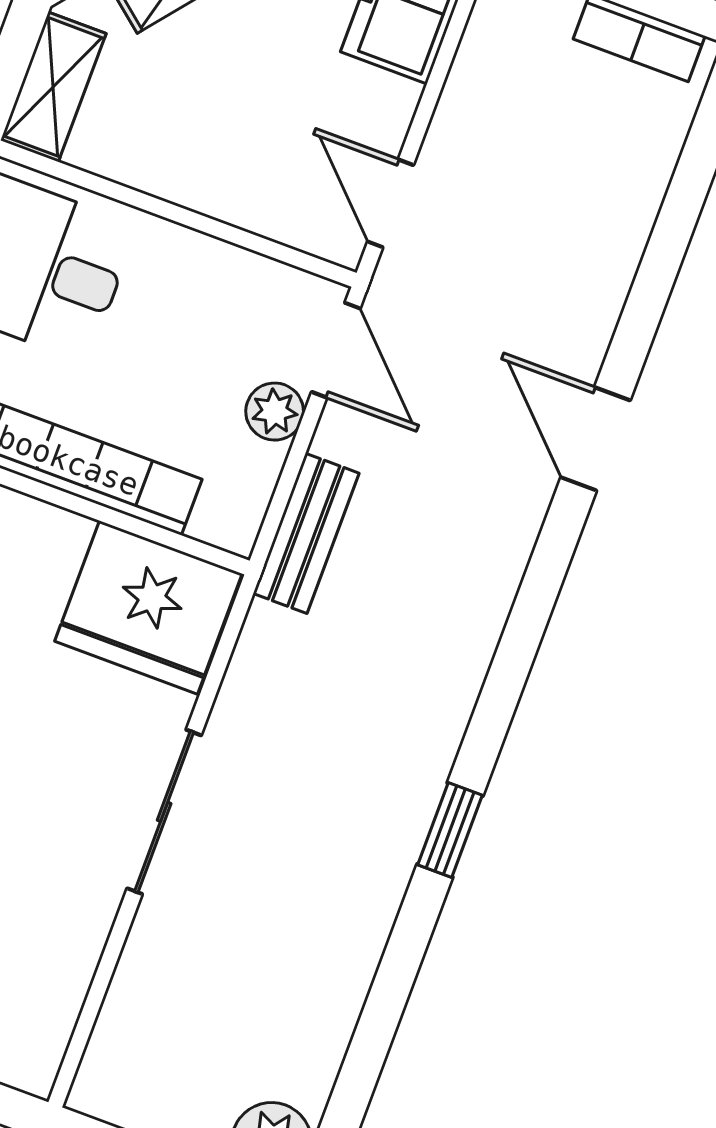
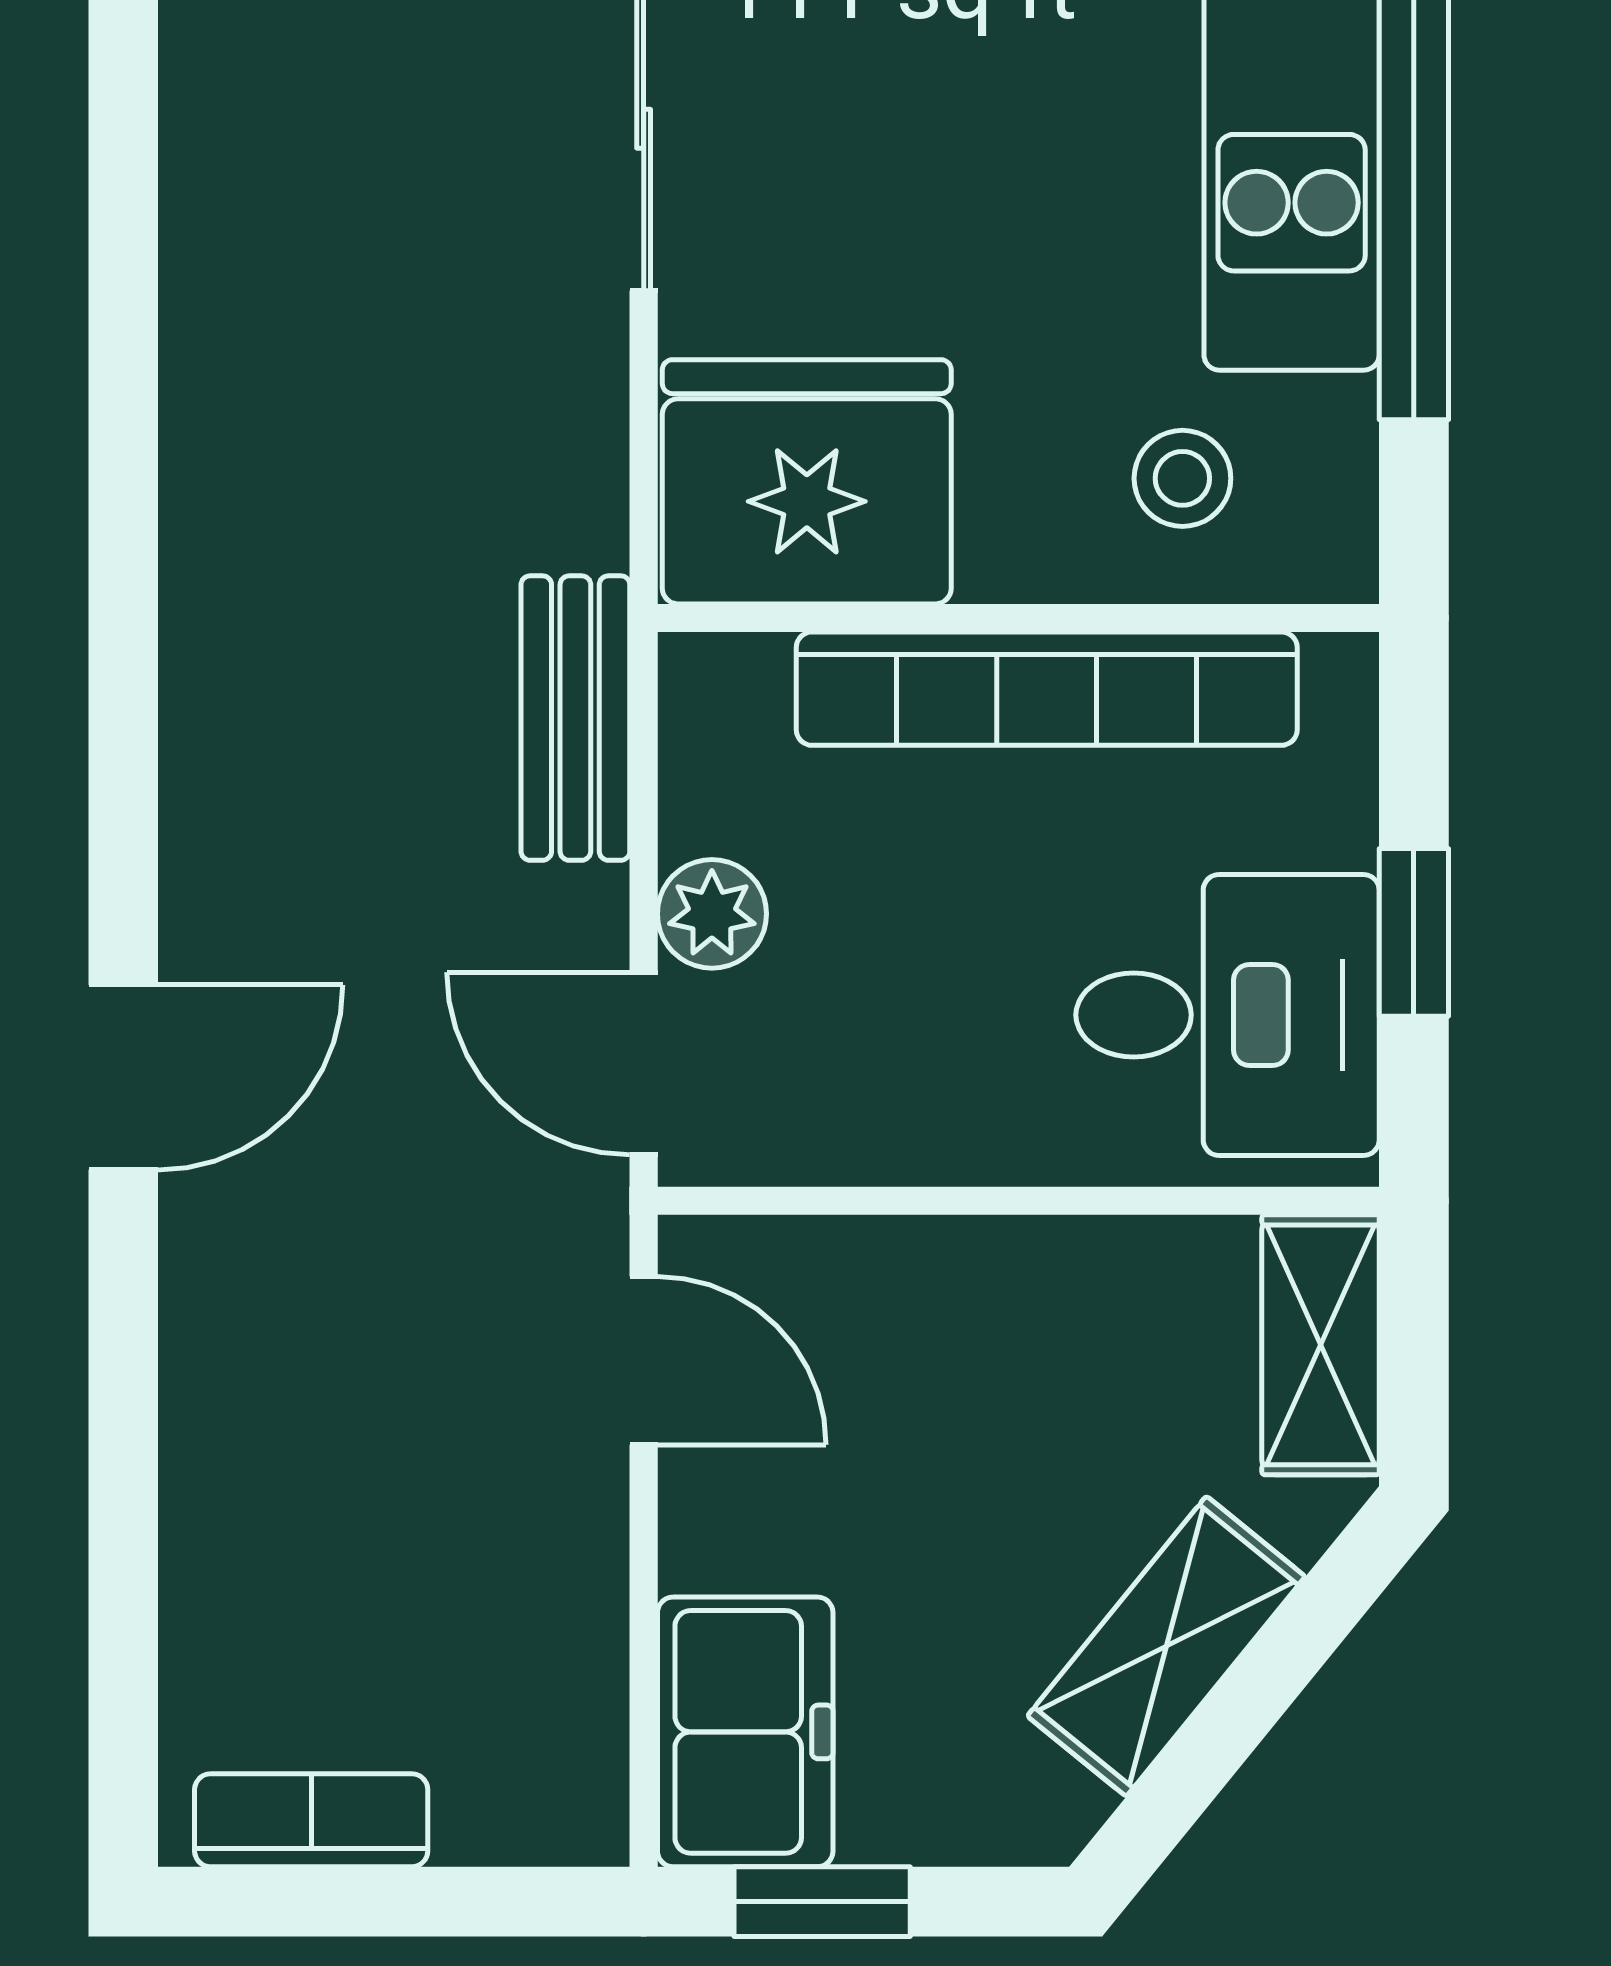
door: (595, 439) -> (123, 1077), hinge flipped
window: (450, 830) -> (123, 286), removed

